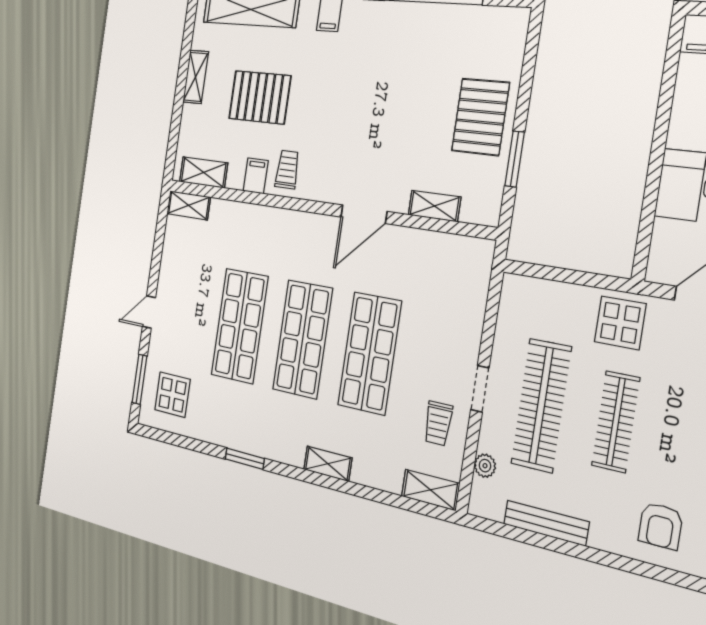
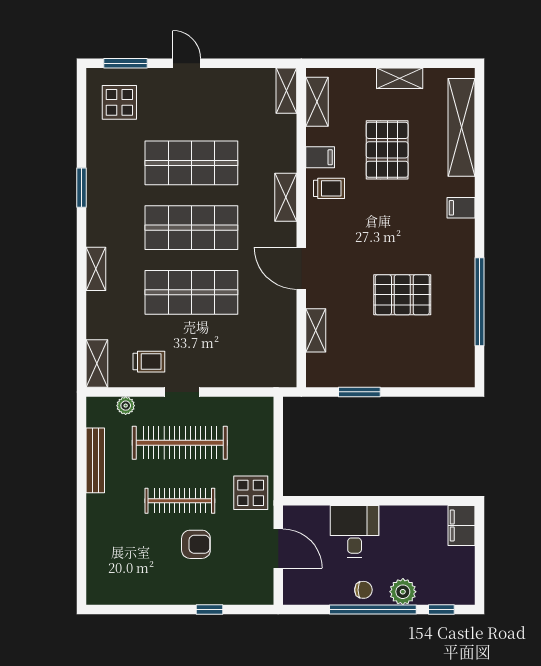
pallet: (480, 117) -> (402, 295), moved
shelving: (289, 222) -> (286, 197), added
trolley: (438, 423) -> (149, 362), turned 180
armchair: (661, 526) -> (196, 544), moved, turned 180

